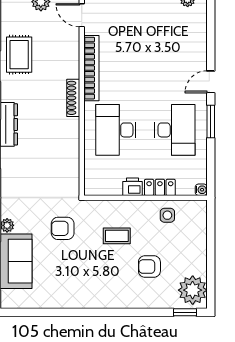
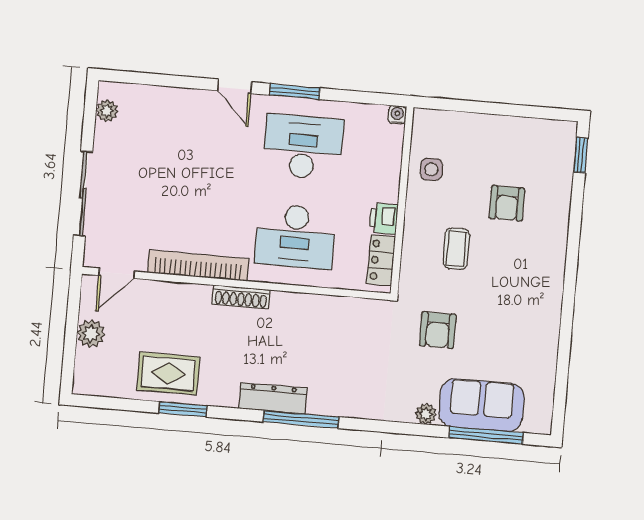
locker: (160, 187) -> (381, 260), moved
plant: (193, 290) -> (548, 141), removed

